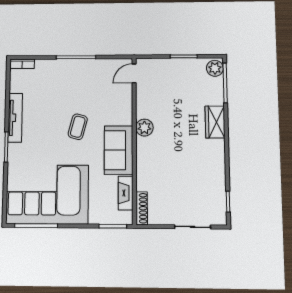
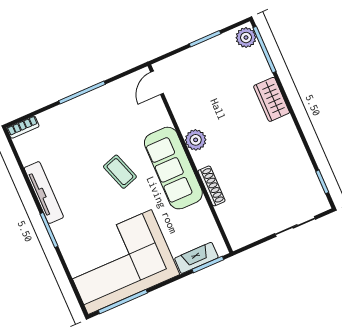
coffee table: (78, 127) -> (120, 172), turned -34
sofa: (119, 150) -> (173, 168), width x1.36
fireplace: (126, 193) -> (196, 258), moved, turned 90
shoe rack: (142, 208) -> (212, 186), moved

